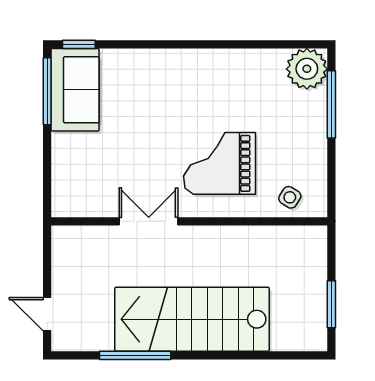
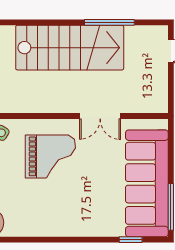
window: (79, 44) -> (131, 240), moved
sofa: (75, 90) -> (147, 183), width x1.85, depth x1.27

